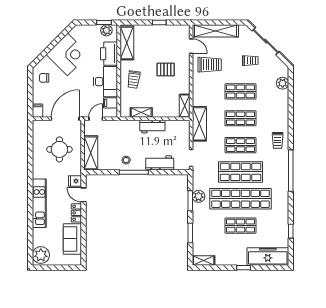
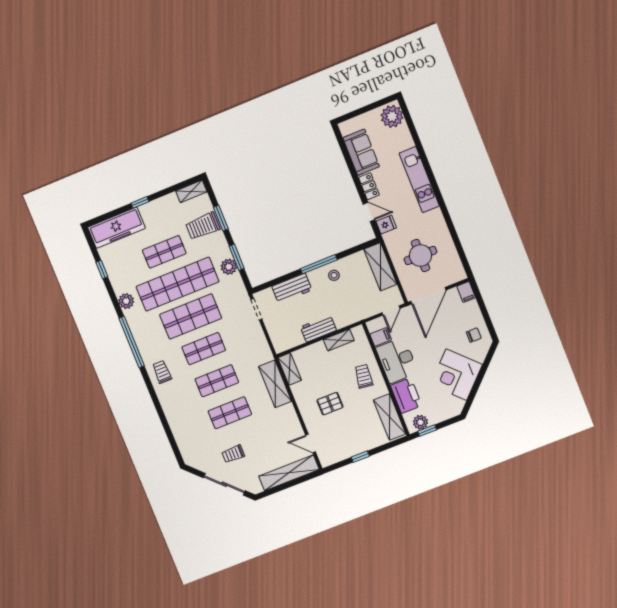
trolley: (210, 65) -> (203, 226), moved
plant: (283, 83) -> (126, 301), moved
shelving: (199, 124) -> (275, 384), moved

